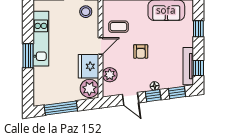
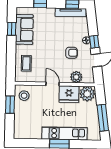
coffee table: (119, 27) -> (26, 63), moved
kitchen unit: (41, 39) -> (65, 133), moved
armchair: (141, 51) -> (71, 53), moved
window: (177, 92) -> (92, 22), removed

